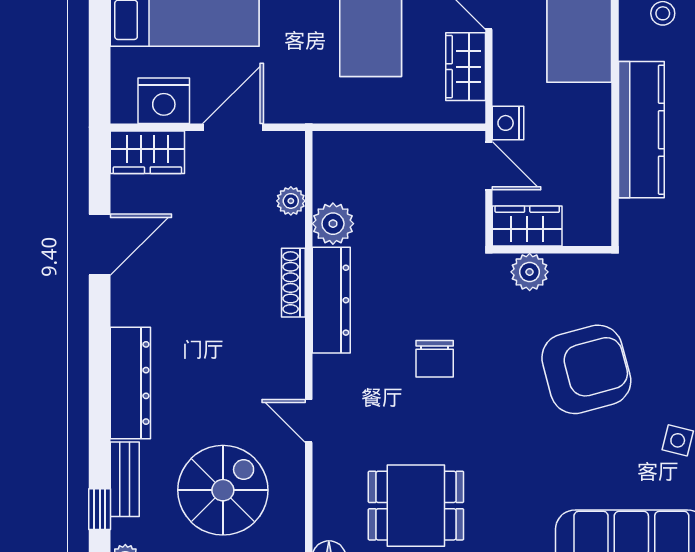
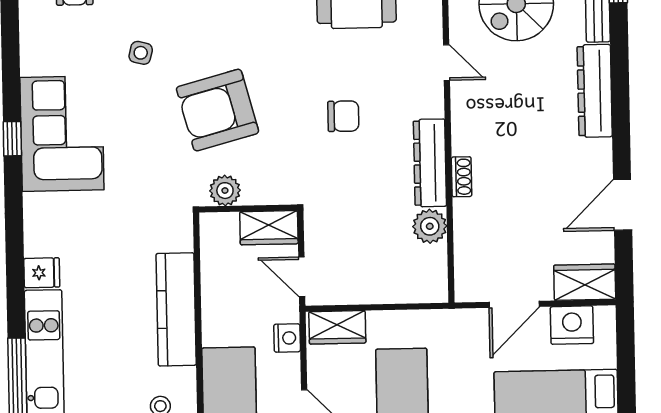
wardrobe: (466, 67) -> (337, 327), moved, turned 90
nightstand: (508, 123) -> (287, 338), moved
plant: (291, 201) -> (465, 244), removed
plant: (530, 272) -> (225, 191), moved
shoe rack: (293, 283) -> (462, 177), width x0.70
chair: (435, 359) -> (343, 116), turned 90

